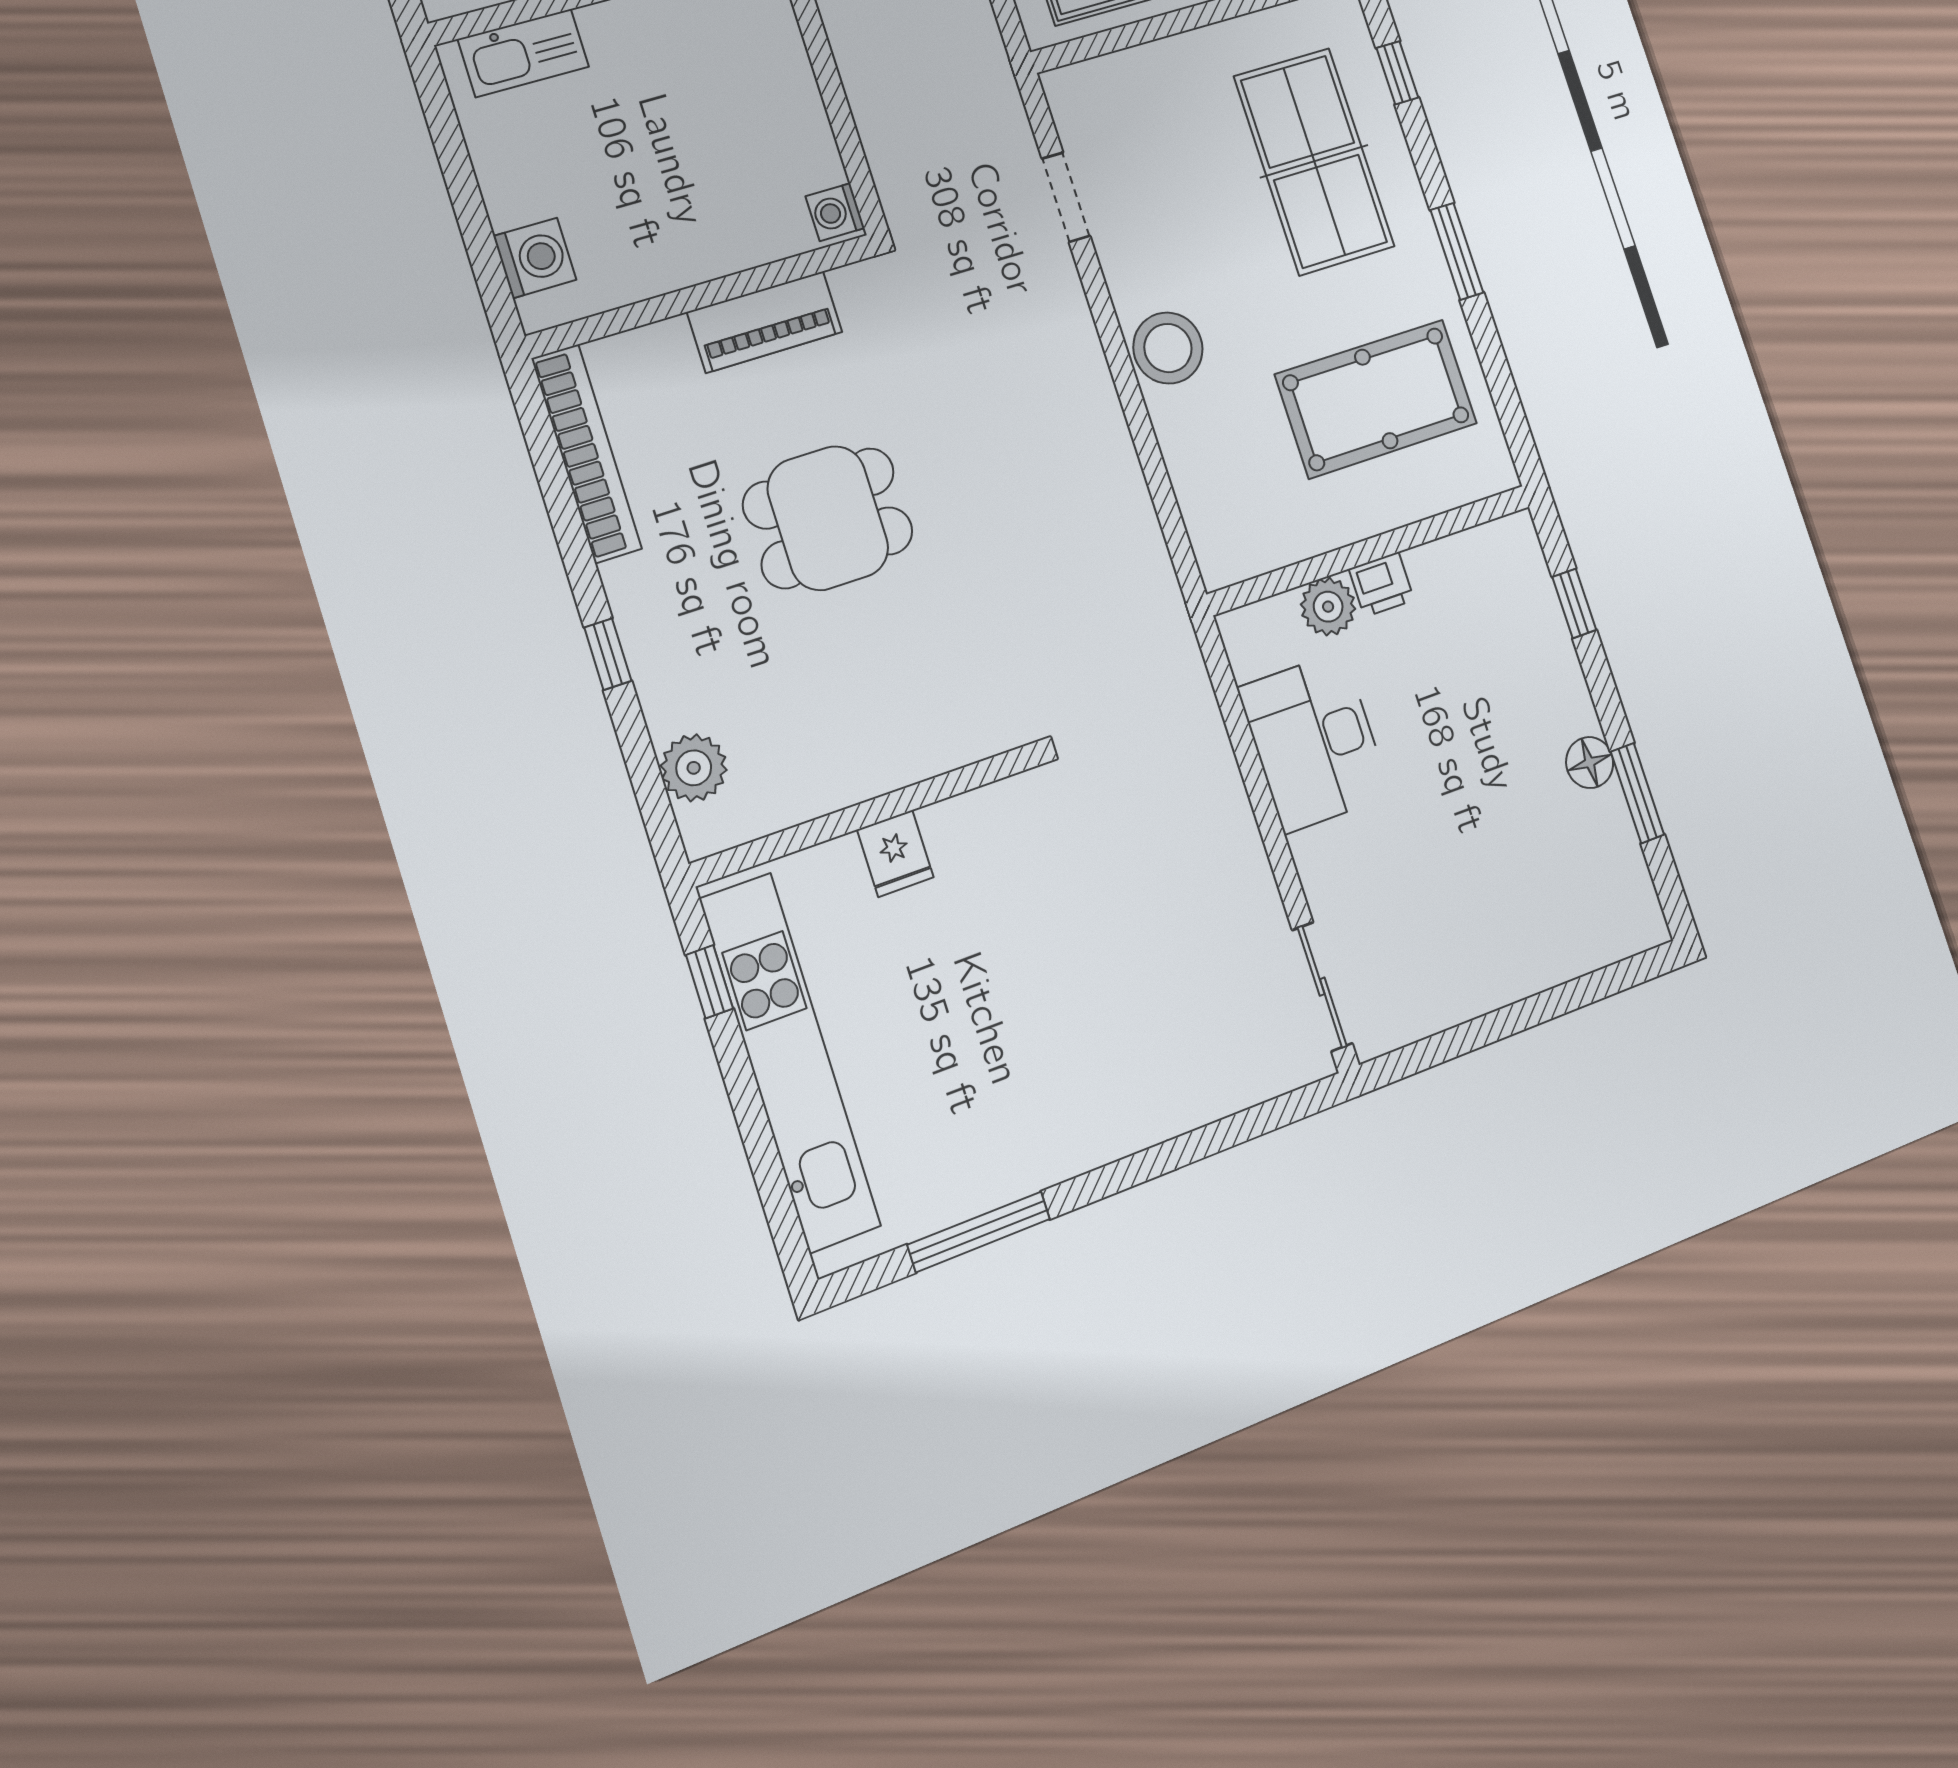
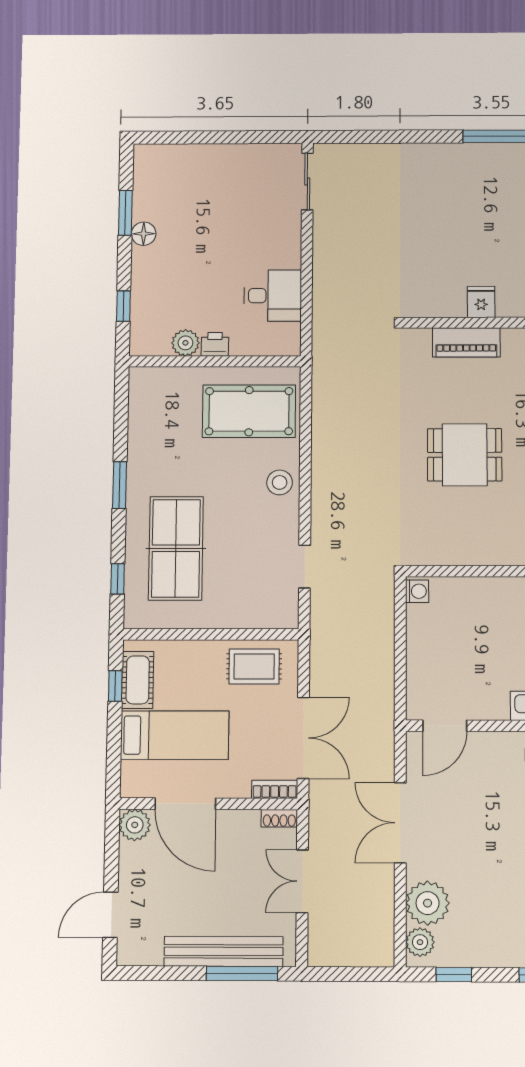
piano: (765, 322) -> (466, 342), moved, turned 180
stool: (1168, 348) -> (280, 482), width x0.73, depth x0.73
pool table: (1376, 399) -> (249, 411), moved
plant: (1328, 607) -> (185, 343), moved
desk: (1314, 742) -> (273, 296), width x0.73

